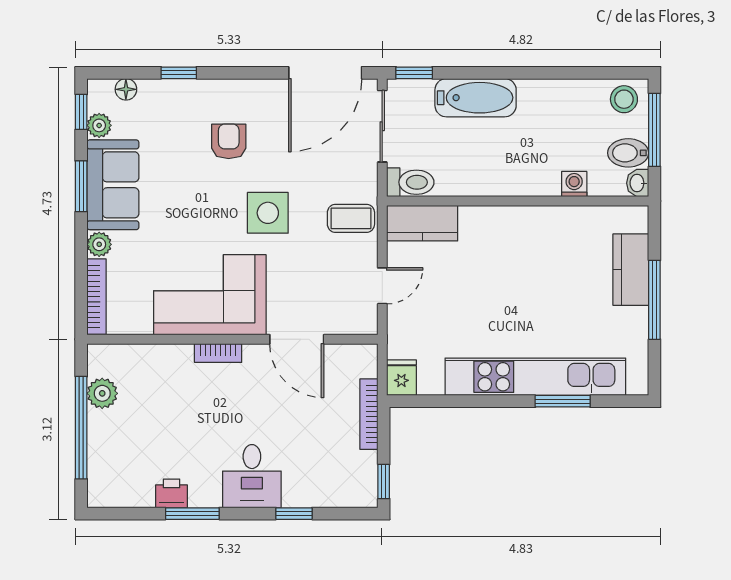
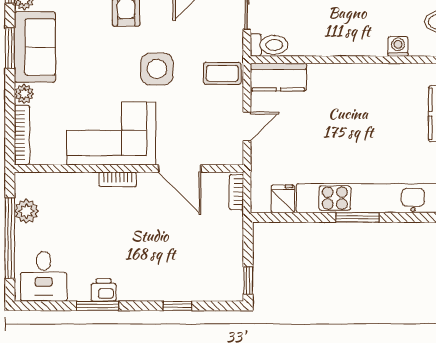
fridge: (401, 378) -> (283, 199), moved
window: (563, 401) -> (357, 217), moved
bookcase: (369, 414) -> (236, 192), moved, width x0.64
desk: (252, 476) -> (44, 276), moved
printer: (172, 493) -> (104, 290), moved

